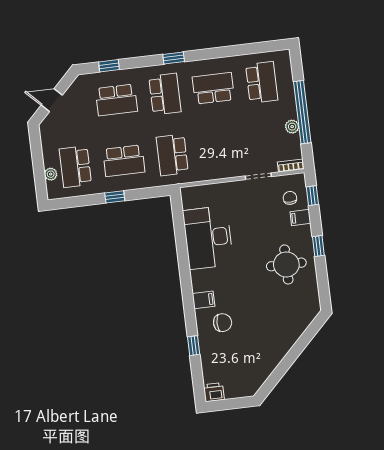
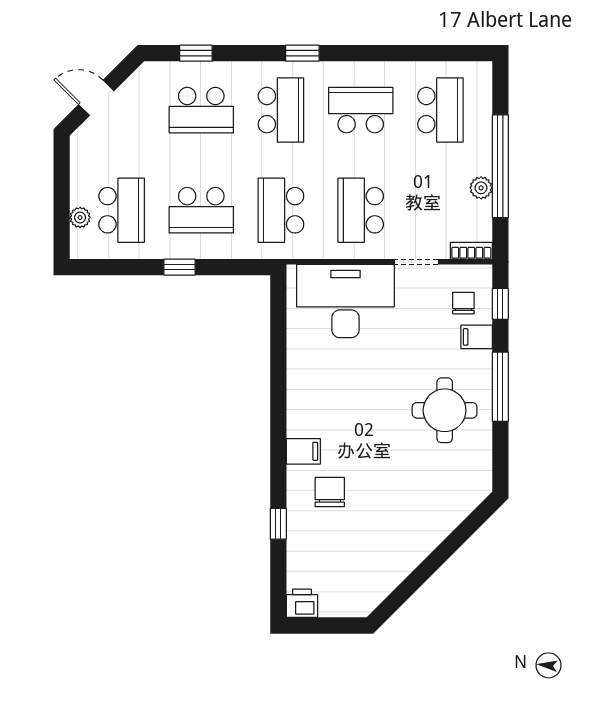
school desk: (221, 149) -> (361, 210), added
school desk: (75, 167) -> (122, 210), turned 180
desk: (208, 238) -> (345, 301), moved, turned 90
window: (318, 246) -> (500, 387), width x2.17
chair: (223, 323) -> (330, 492), turned -90

